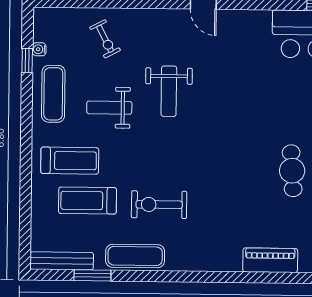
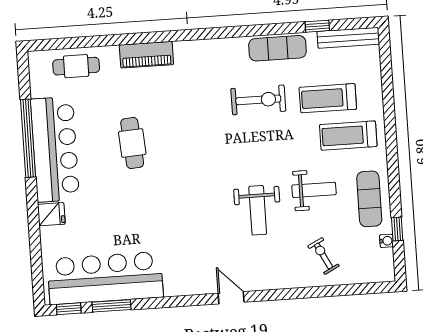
weight bench: (169, 91) -> (258, 210), turned 180
treadmill: (88, 201) -> (328, 98), turned 180
window: (92, 275) -> (317, 26), width x0.67

